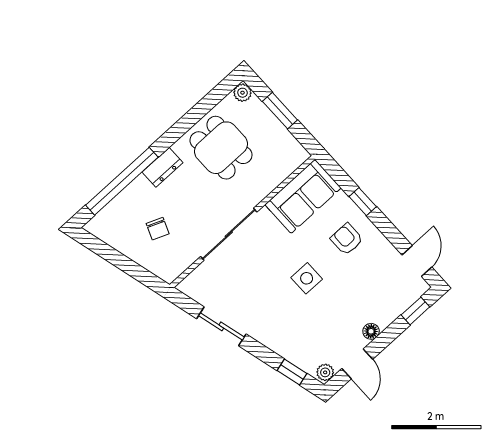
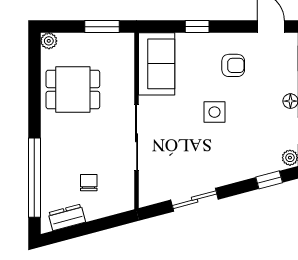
window: (280, 111) -> (102, 27), moved
dresser: (162, 167) -> (67, 217), moved, turned -105
chair: (158, 229) -> (89, 183), turned -112
armchair: (347, 239) -> (233, 65), moved, turned 180

